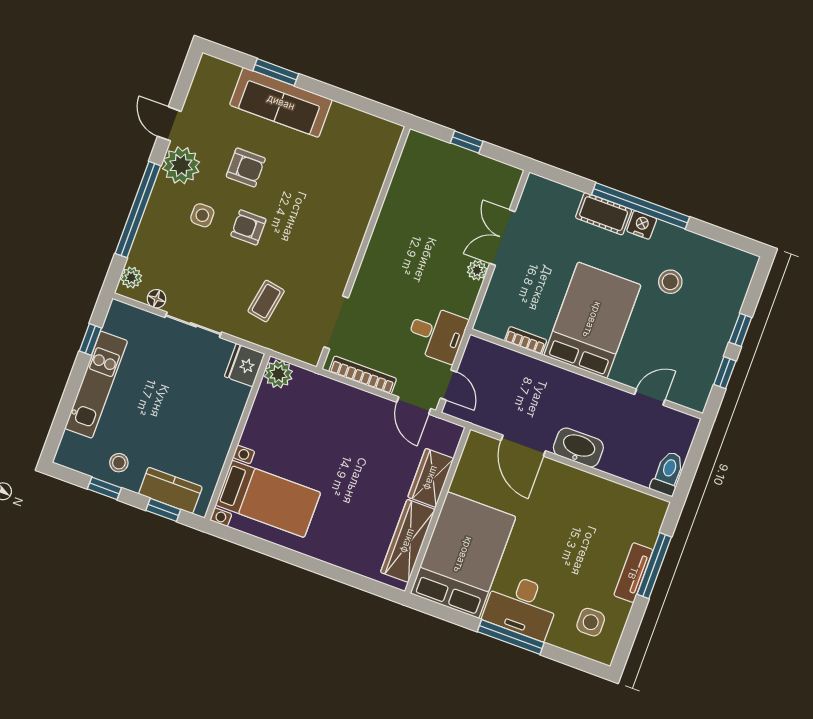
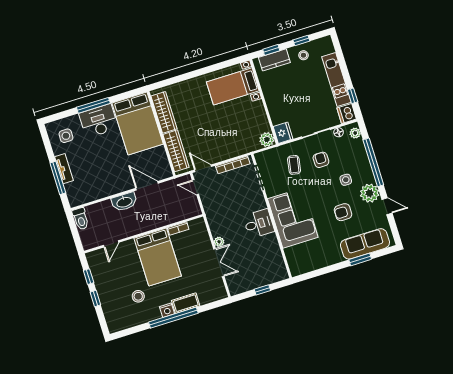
sofa: (281, 102) -> (365, 244), moved
corner sofa: (332, 219) -> (293, 218), added
armchair: (248, 227) -> (321, 160), moved, turned -90
dishwasher: (121, 319) -> (347, 113), added
desk: (437, 334) -> (259, 224), moved, turned 180
wardrobe: (431, 478) -> (176, 151), width x1.50

